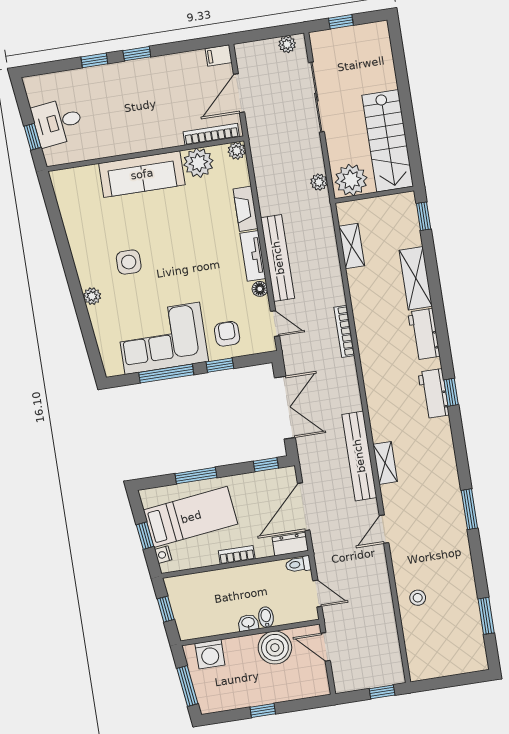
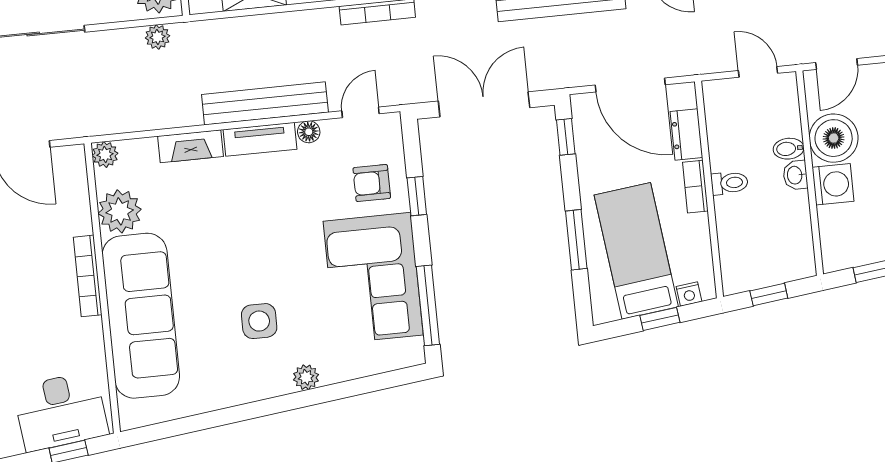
desk: (58, 122) -> (61, 411), width x1.37
bookcase: (211, 134) -> (88, 276), moved
sofa: (142, 174) -> (141, 316), width x1.36, depth x1.27
window: (166, 374) -> (428, 305), moved
dresser: (290, 544) -> (686, 134), moved
toilet: (298, 564) -> (729, 183), moved, turned -90
door: (317, 593) -> (758, 72), hinge flipped
washing machine: (210, 654) -> (833, 184), moved

